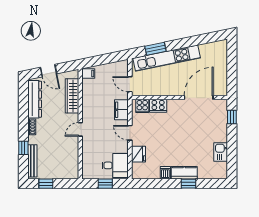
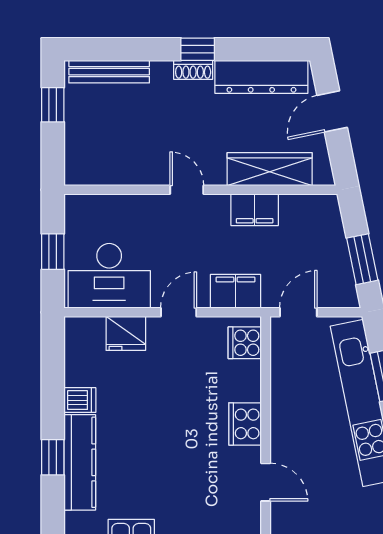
window: (108, 58) -> (362, 259), added
filing cabinet: (88, 73) -> (255, 210), moved, width x2.00
door: (199, 98) -> (266, 482), width x0.53
cooker: (158, 106) -> (245, 424), moved
window: (23, 148) -> (198, 49), moved
desk: (115, 165) -> (109, 276), width x1.37
kitchen counter: (184, 173) -> (80, 462), width x1.50

